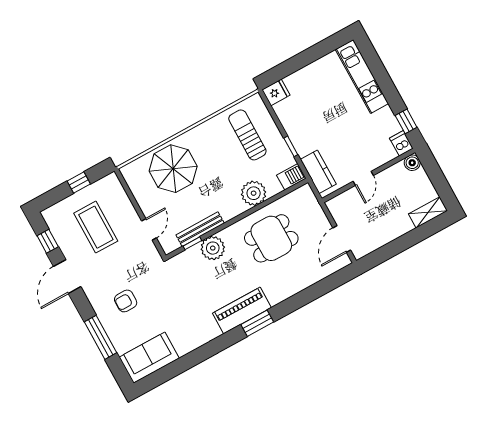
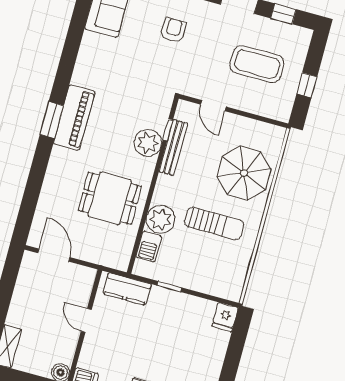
sun lounger: (247, 135) -> (214, 223), moved
barbecue: (291, 177) -> (149, 247), moved
dining table: (271, 238) -> (110, 198), turned 90

